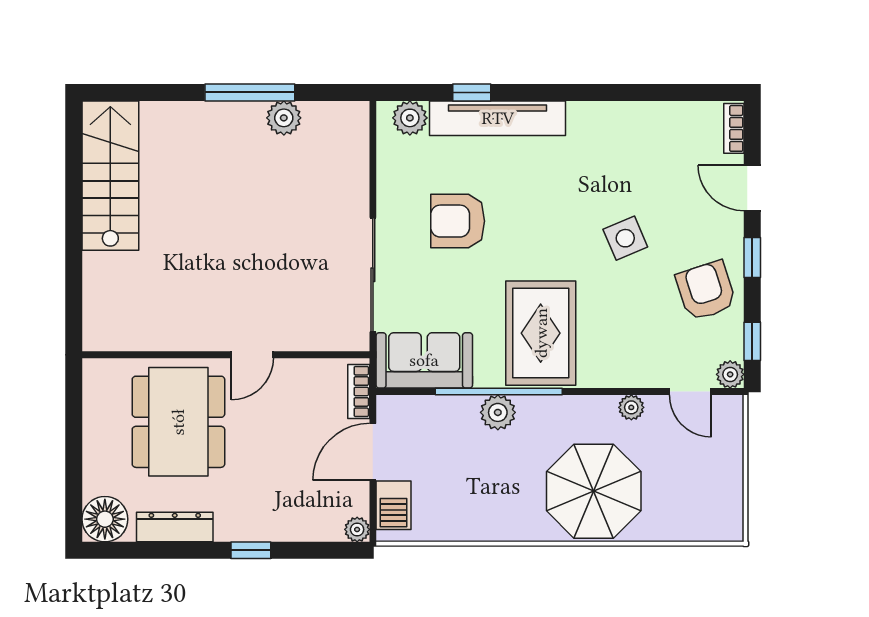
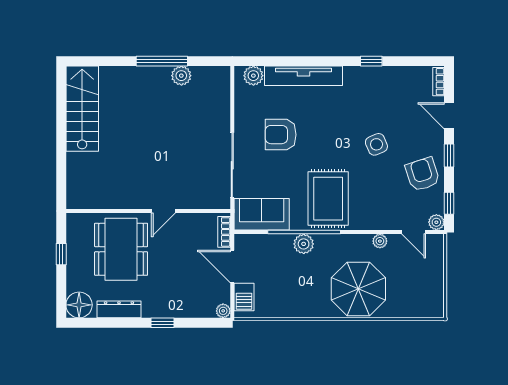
window: (472, 92) -> (371, 61), moved
window: (74, 430) -> (61, 254), added
door: (373, 452) -> (232, 266), hinge flipped

